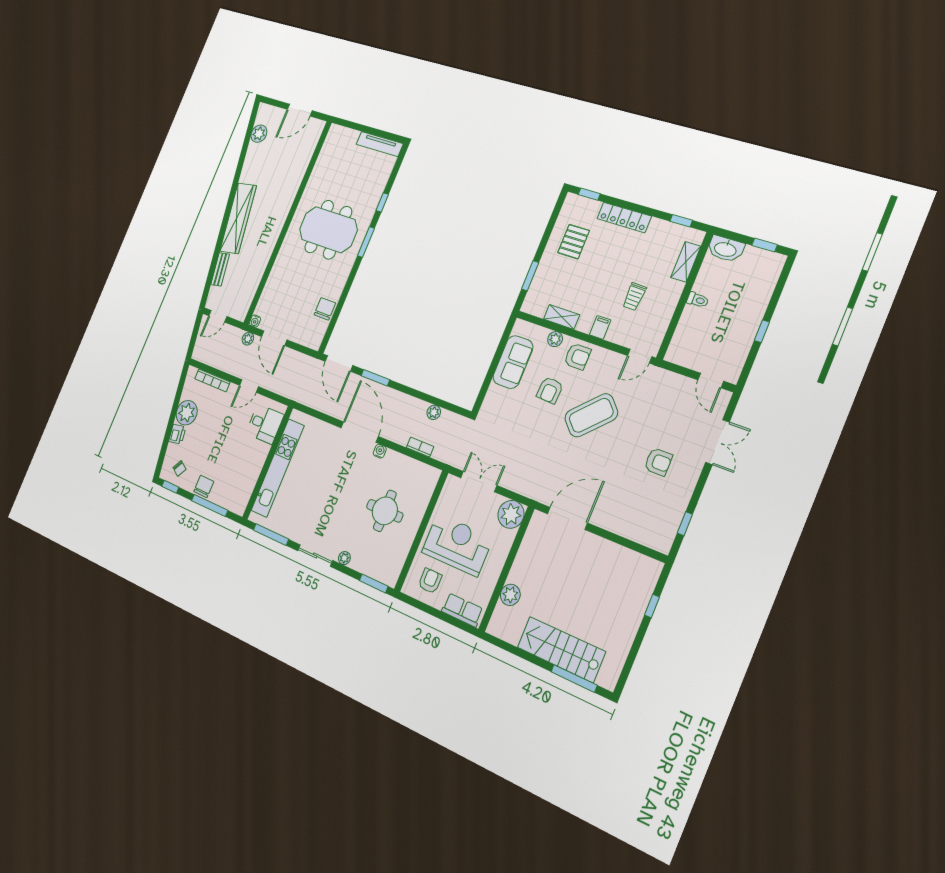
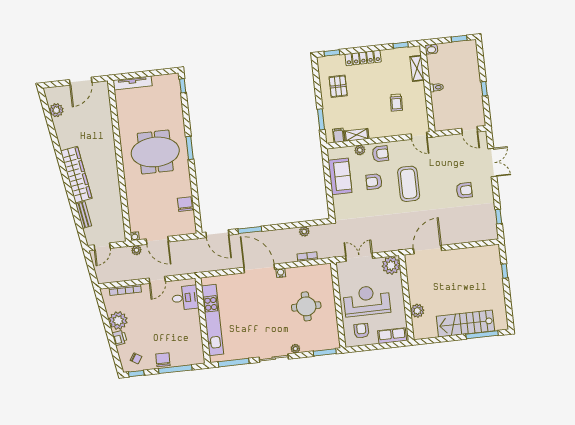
tv unit: (380, 144) -> (132, 83), moved
window: (382, 202) -> (183, 86), moved
washbasin: (726, 249) -> (431, 49), width x0.52, depth x0.69
filing cabinet: (600, 327) -> (338, 135), moved
door: (640, 356) -> (419, 136), hinge flipped
armchair: (550, 390) -> (374, 182), turned 87
coffee table: (591, 415) -> (409, 184), turned -45

